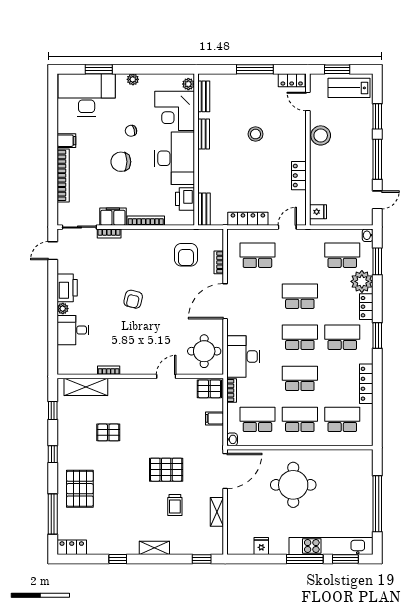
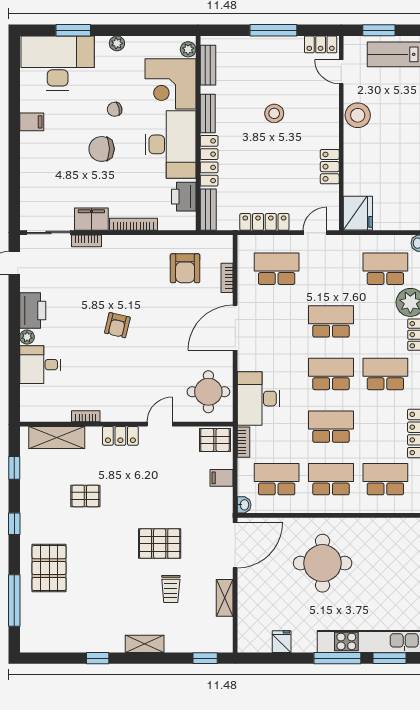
locker: (205, 171) -> (209, 161), added
bookcase: (63, 175) -> (28, 166), removed
fridge: (318, 212) -> (358, 213), width x1.88, depth x1.34
locker: (72, 547) -> (120, 436), moved, turned 180

